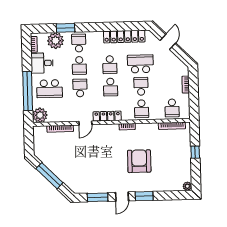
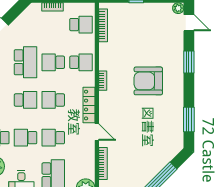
school desk: (140, 64) -> (26, 62), turned 180
school desk: (79, 65) -> (26, 138), turned 180
school desk: (110, 87) -> (53, 100), turned 180
armchair: (139, 161) -> (148, 81), moved
door: (122, 197) -> (189, 23), moved

